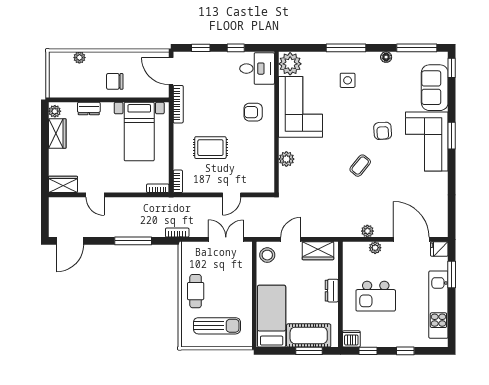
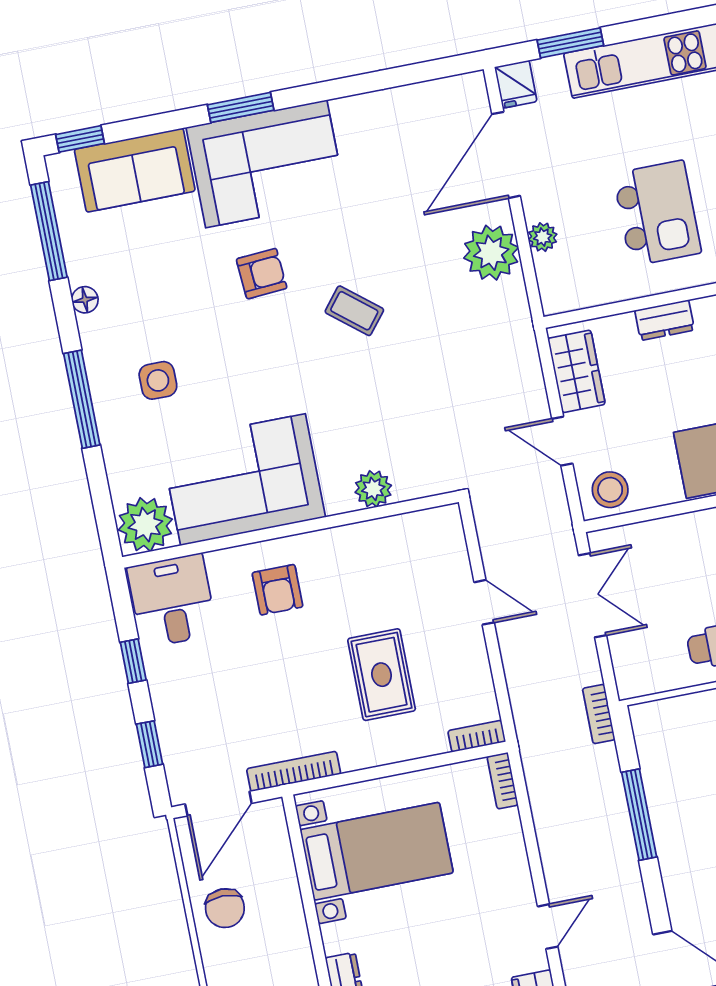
chair: (115, 81) -> (225, 908), moved
plant: (367, 231) -> (491, 253), width x1.88, depth x1.88
double door: (226, 239) -> (592, 595), swing flipped

